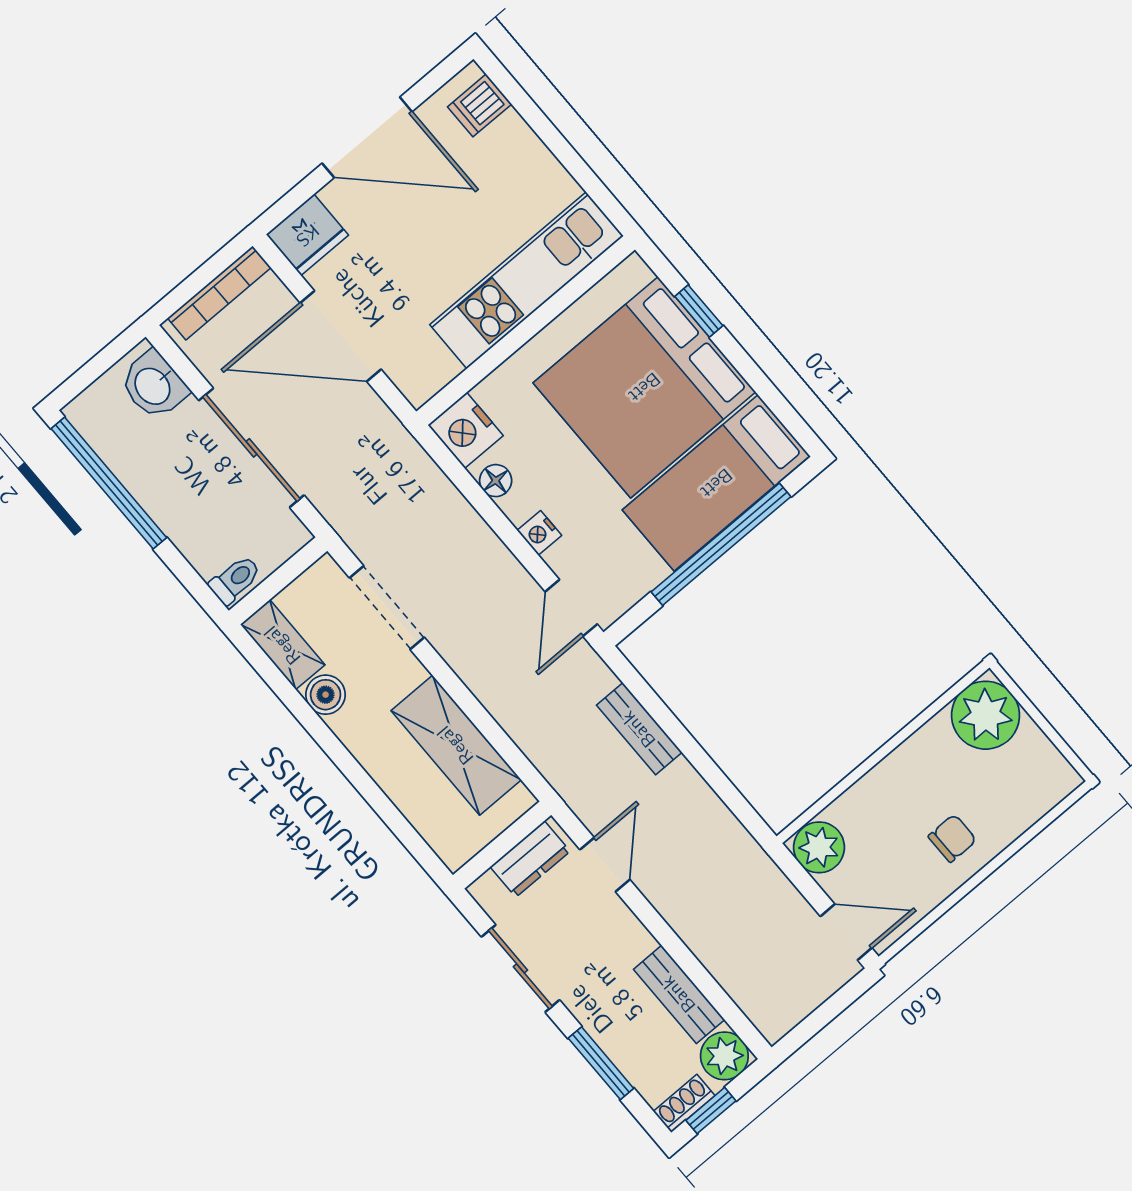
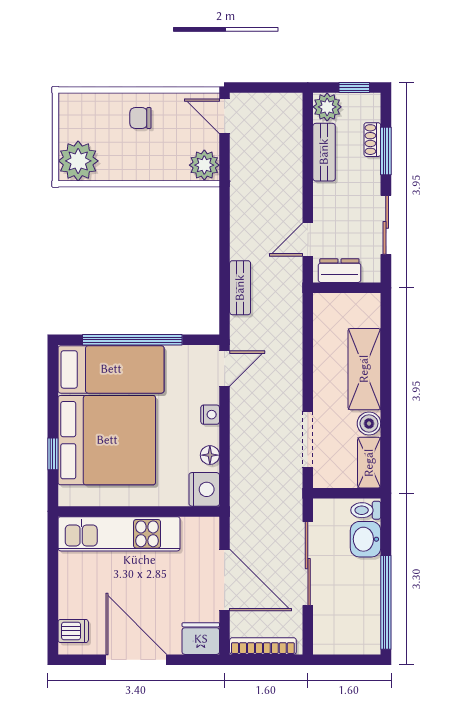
washbasin: (154, 385) -> (366, 539), moved, turned 180
shelving: (456, 745) -> (364, 369), moved
shoe rack: (684, 1103) -> (372, 140), moved, turned 90

